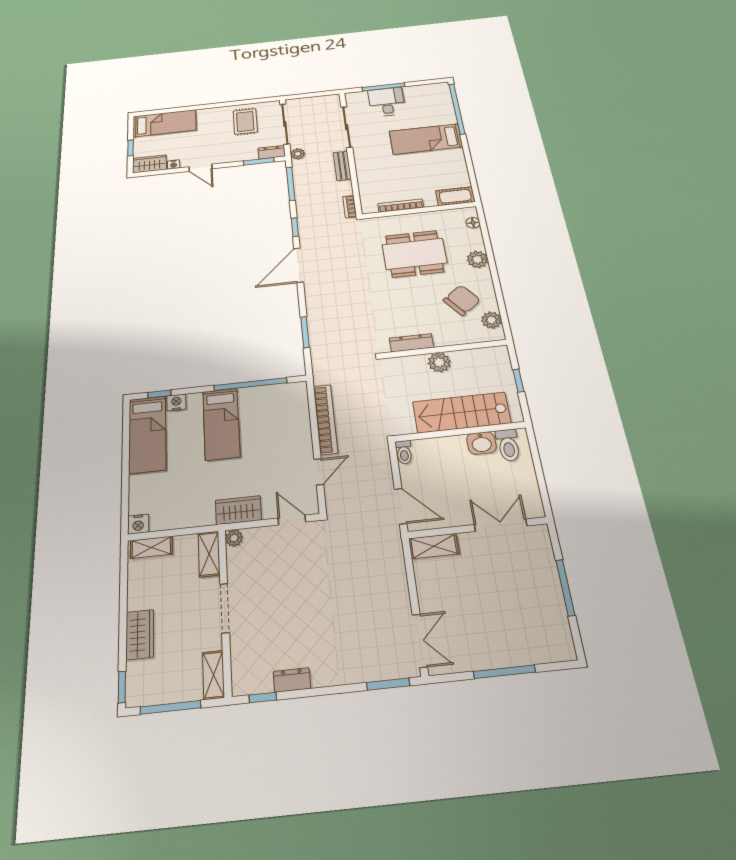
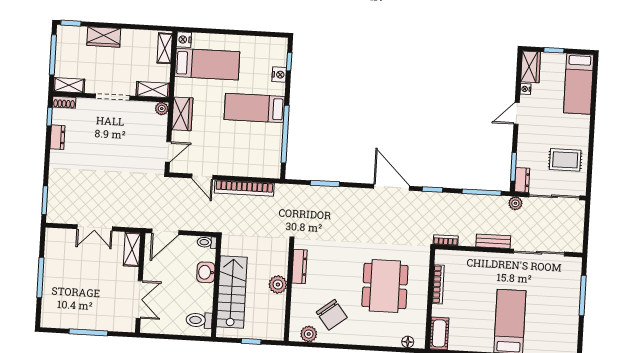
desk: (387, 102) -> (563, 295), removed
plant: (477, 259) -> (369, 337), removed
bed: (147, 434) -> (207, 64), moved, turned 180
washbasin: (481, 443) -> (206, 272), moved
double door: (420, 641) -> (95, 228), moved
shoe rack: (239, 678) -> (64, 102), added

